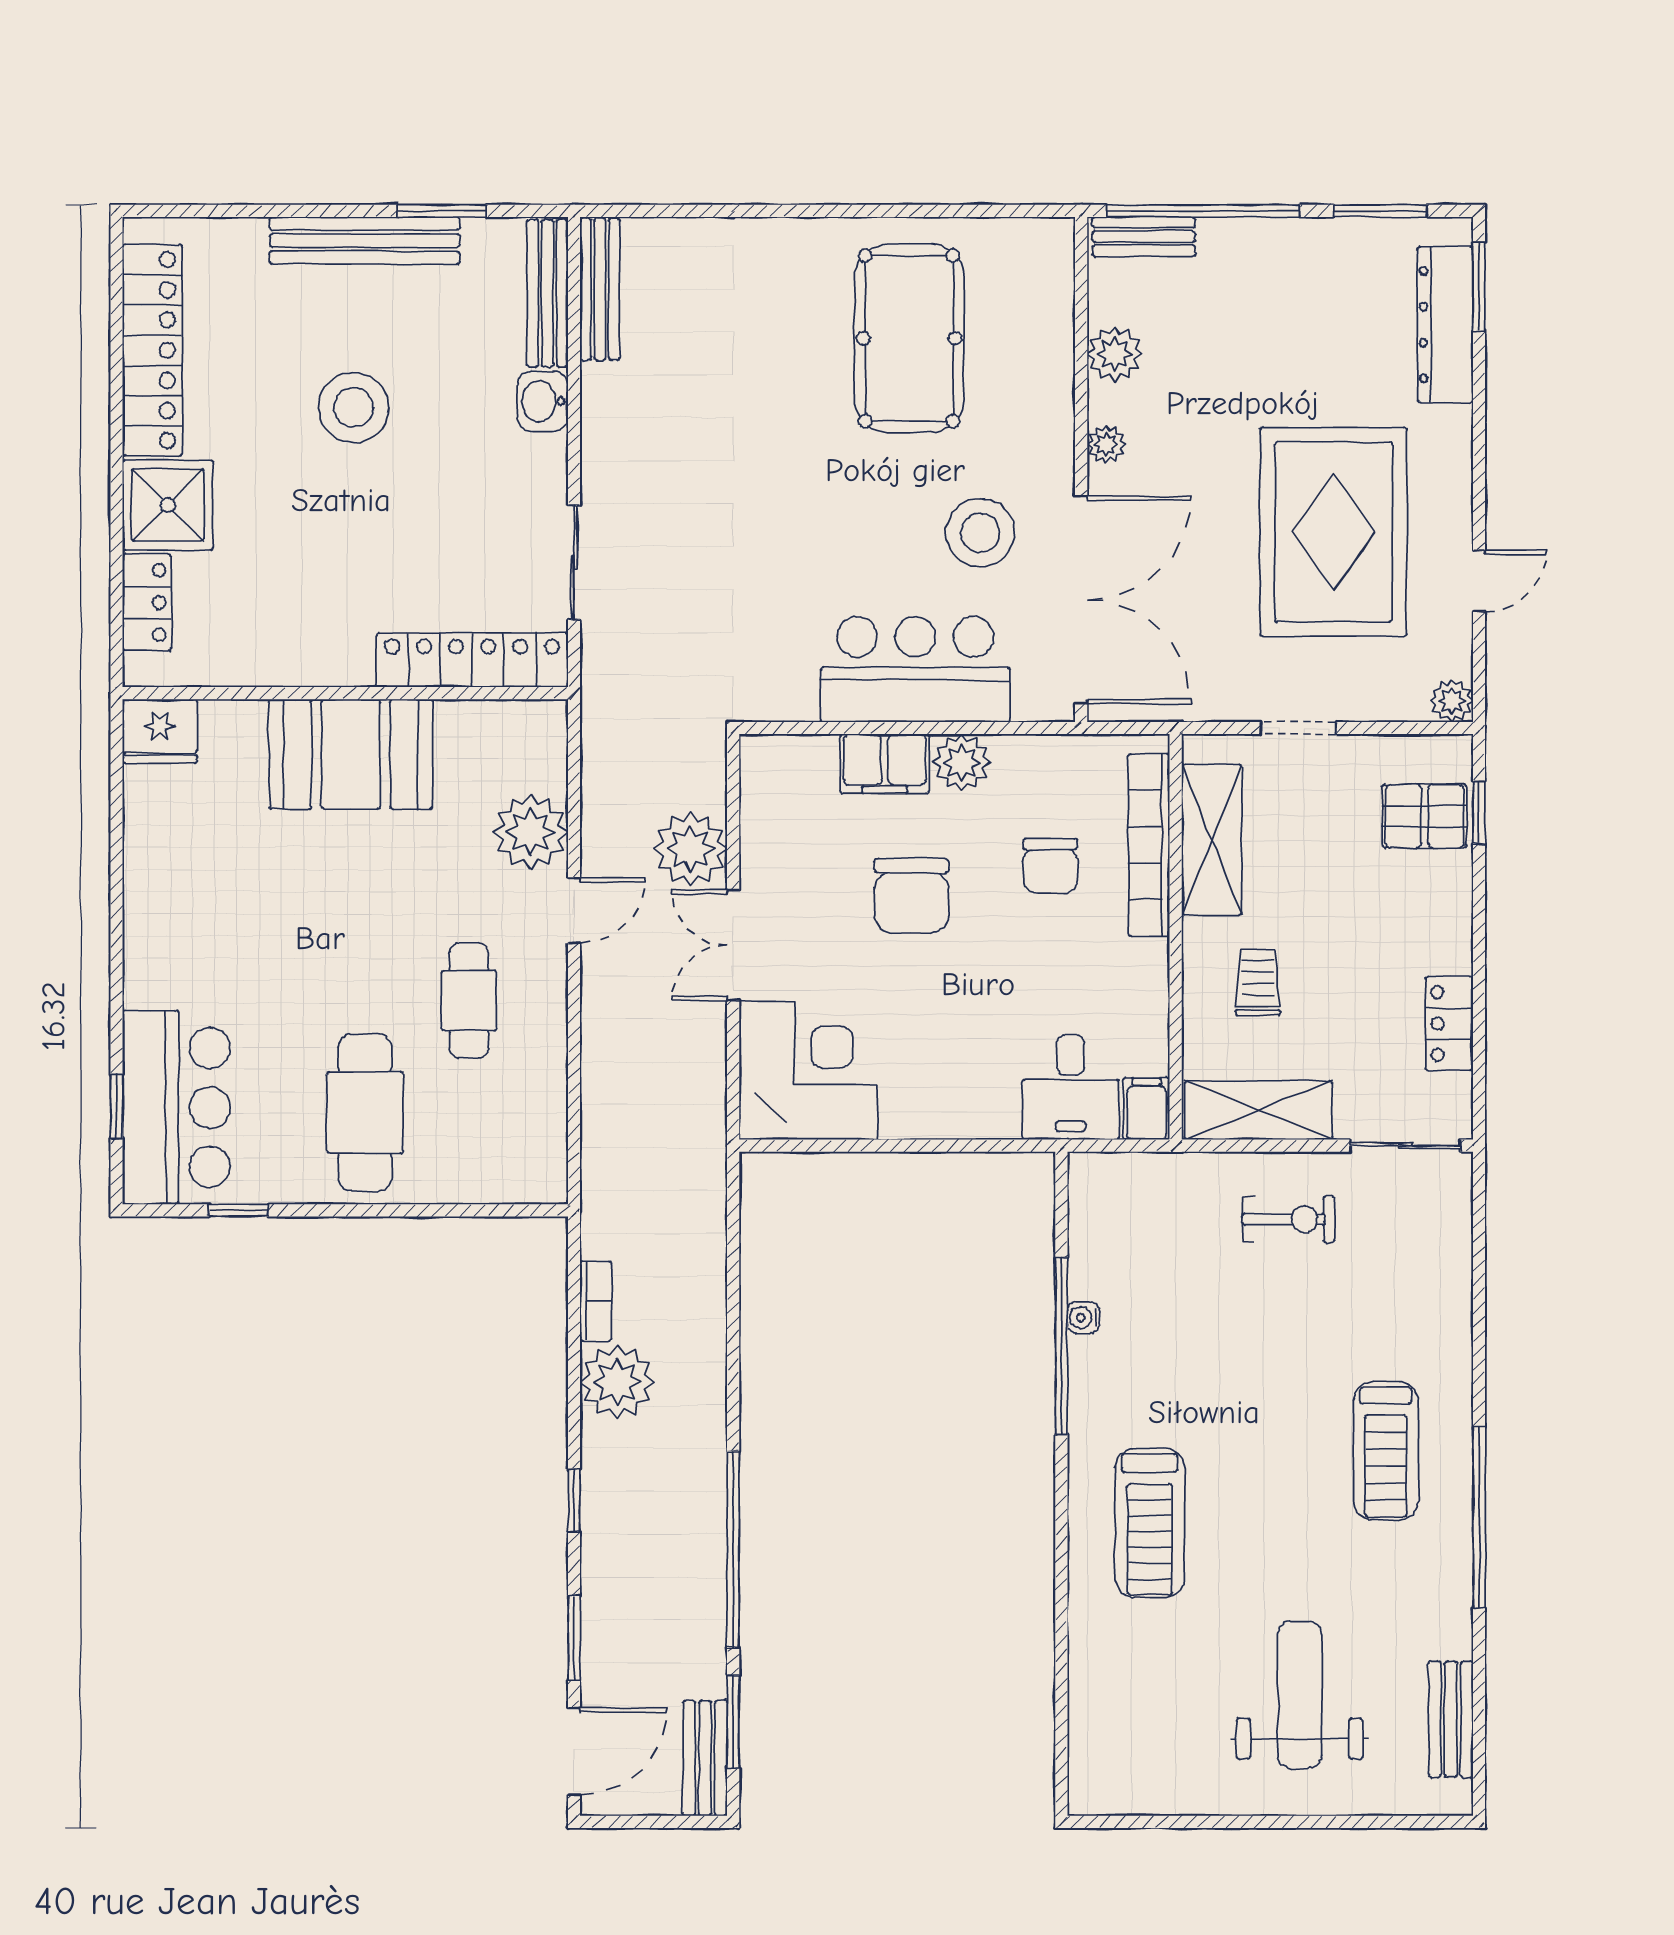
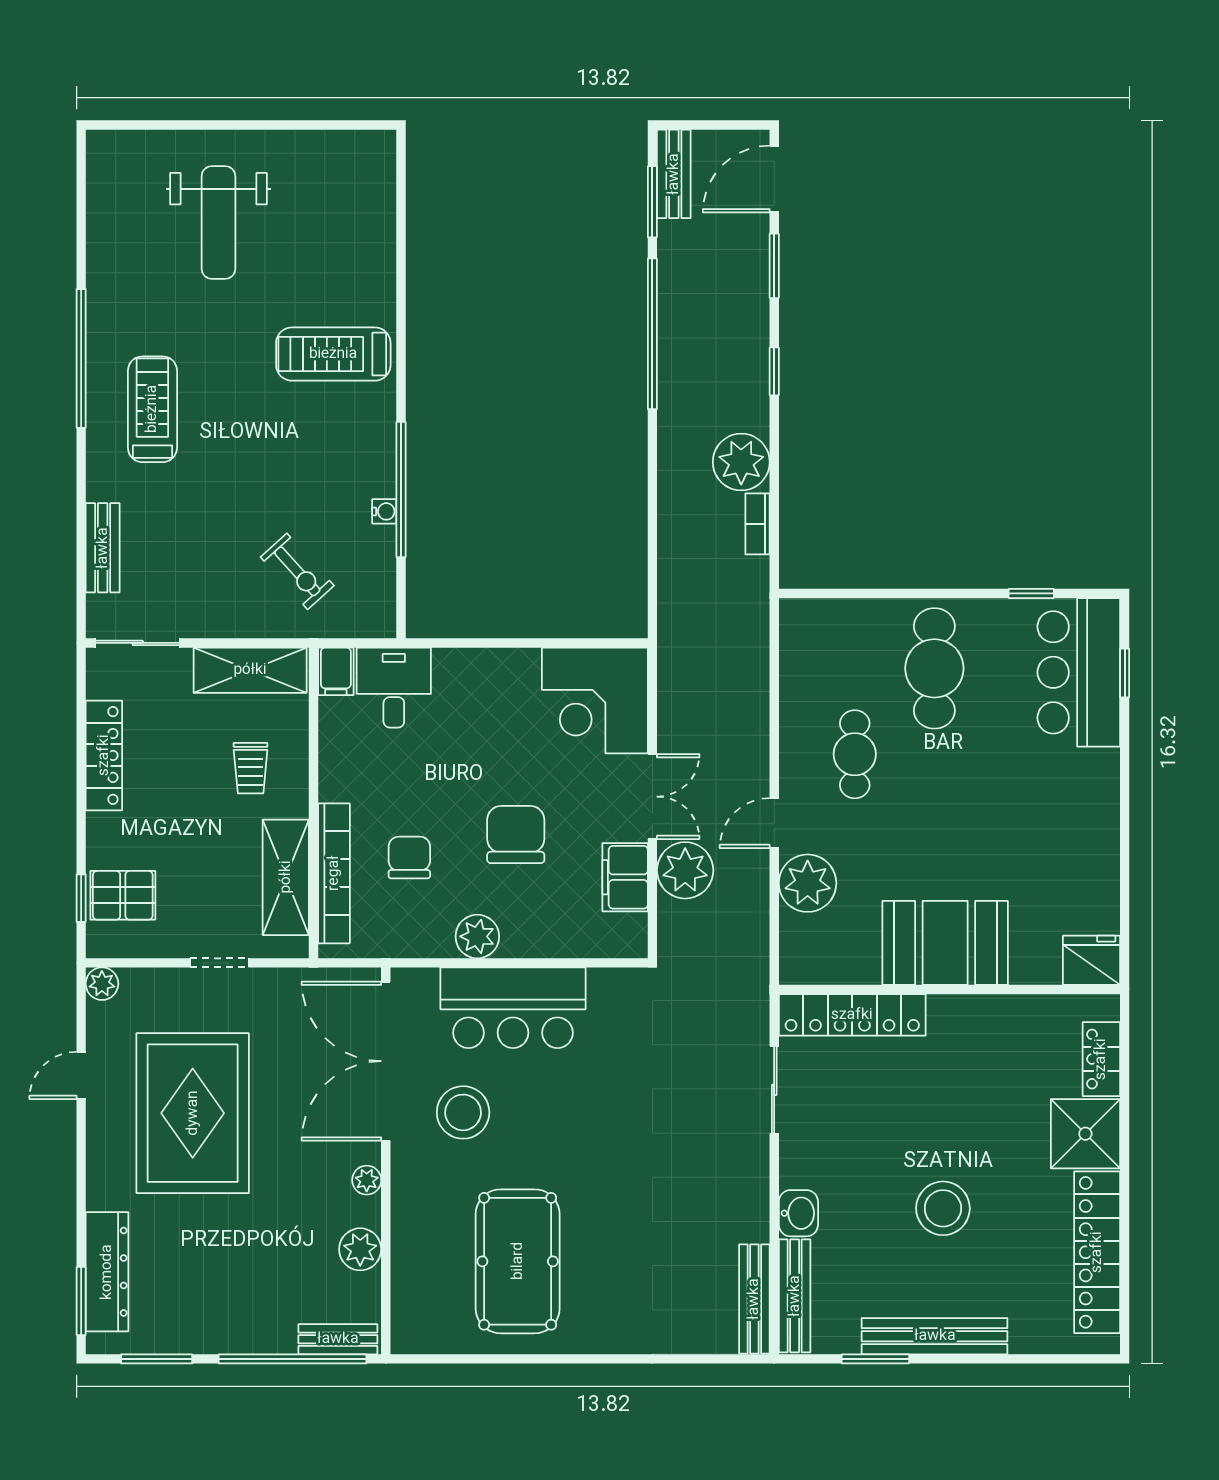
filing cabinet: (885, 764) -> (625, 877), moved, turned -90
locker: (1449, 1024) -> (104, 755), width x1.53
exercise bike: (1288, 1219) -> (297, 571), moved, turned -132
treadmill: (1150, 1523) -> (333, 354), turned -90
bench: (1451, 1719) -> (103, 548), moved

